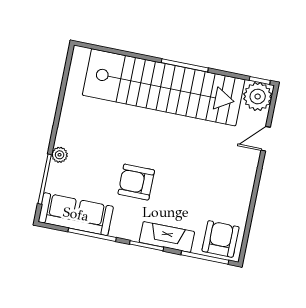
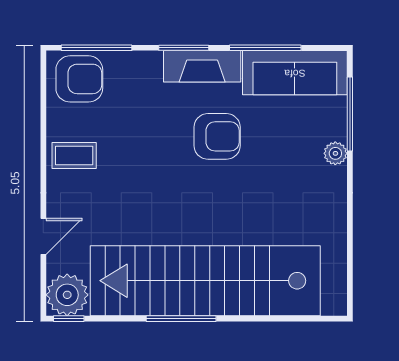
coffee table: (234, 189) -> (74, 156), added
fireplace: (167, 237) -> (202, 66), moved
armchair: (220, 239) -> (79, 79), turned -90

